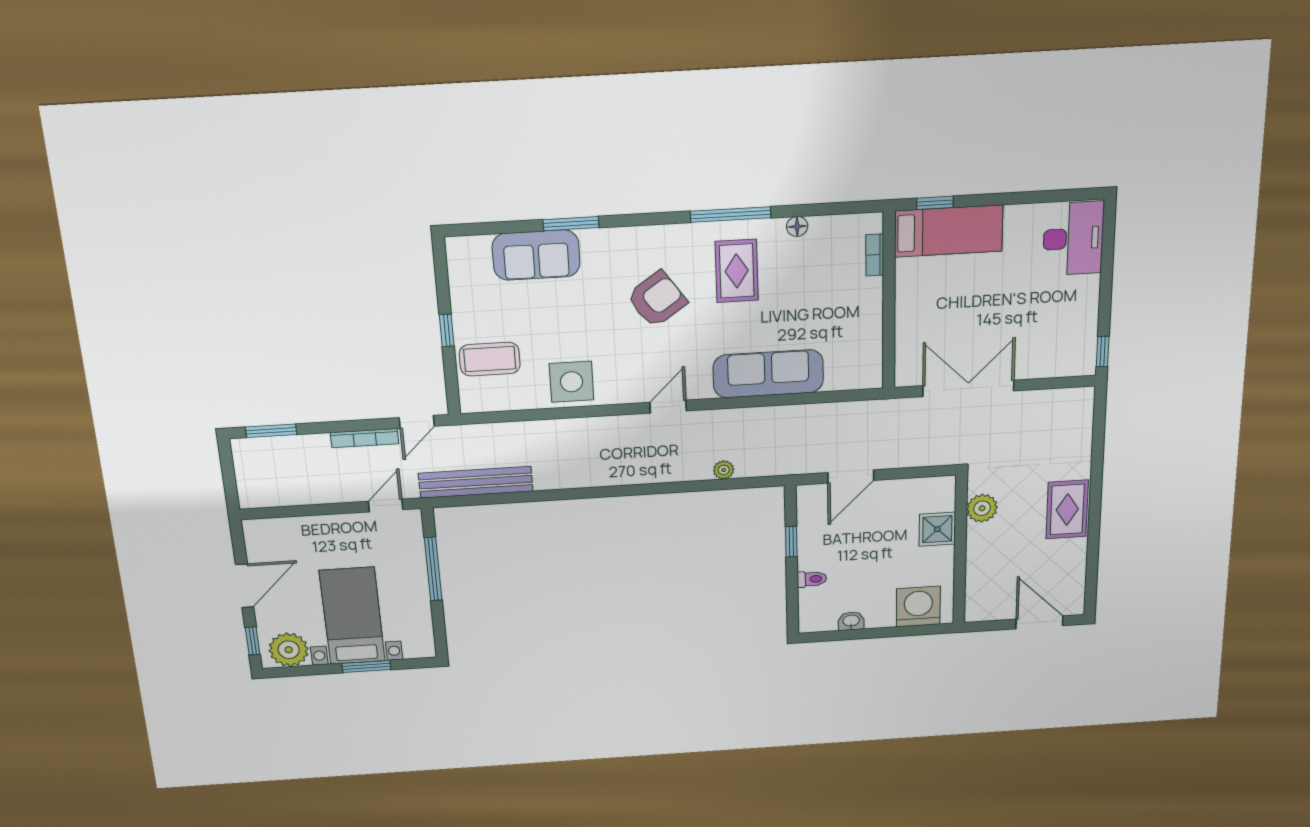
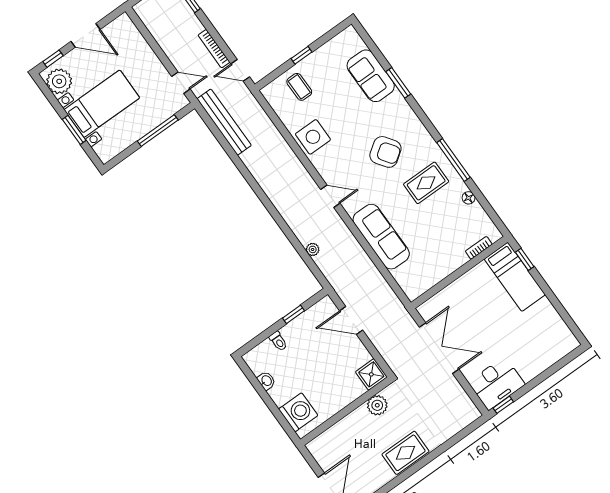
desk: (1073, 238) -> (497, 383), moved
coffee table: (490, 359) -> (299, 87), width x0.73, depth x0.77
shower: (937, 529) -> (371, 374), moved

